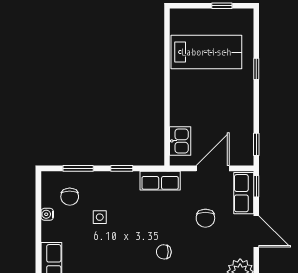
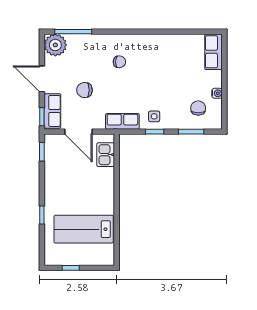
door: (213, 168) -> (78, 132), hinge flipped
side table: (100, 217) -> (154, 116), moved
chair: (205, 218) -> (84, 90), turned -90

